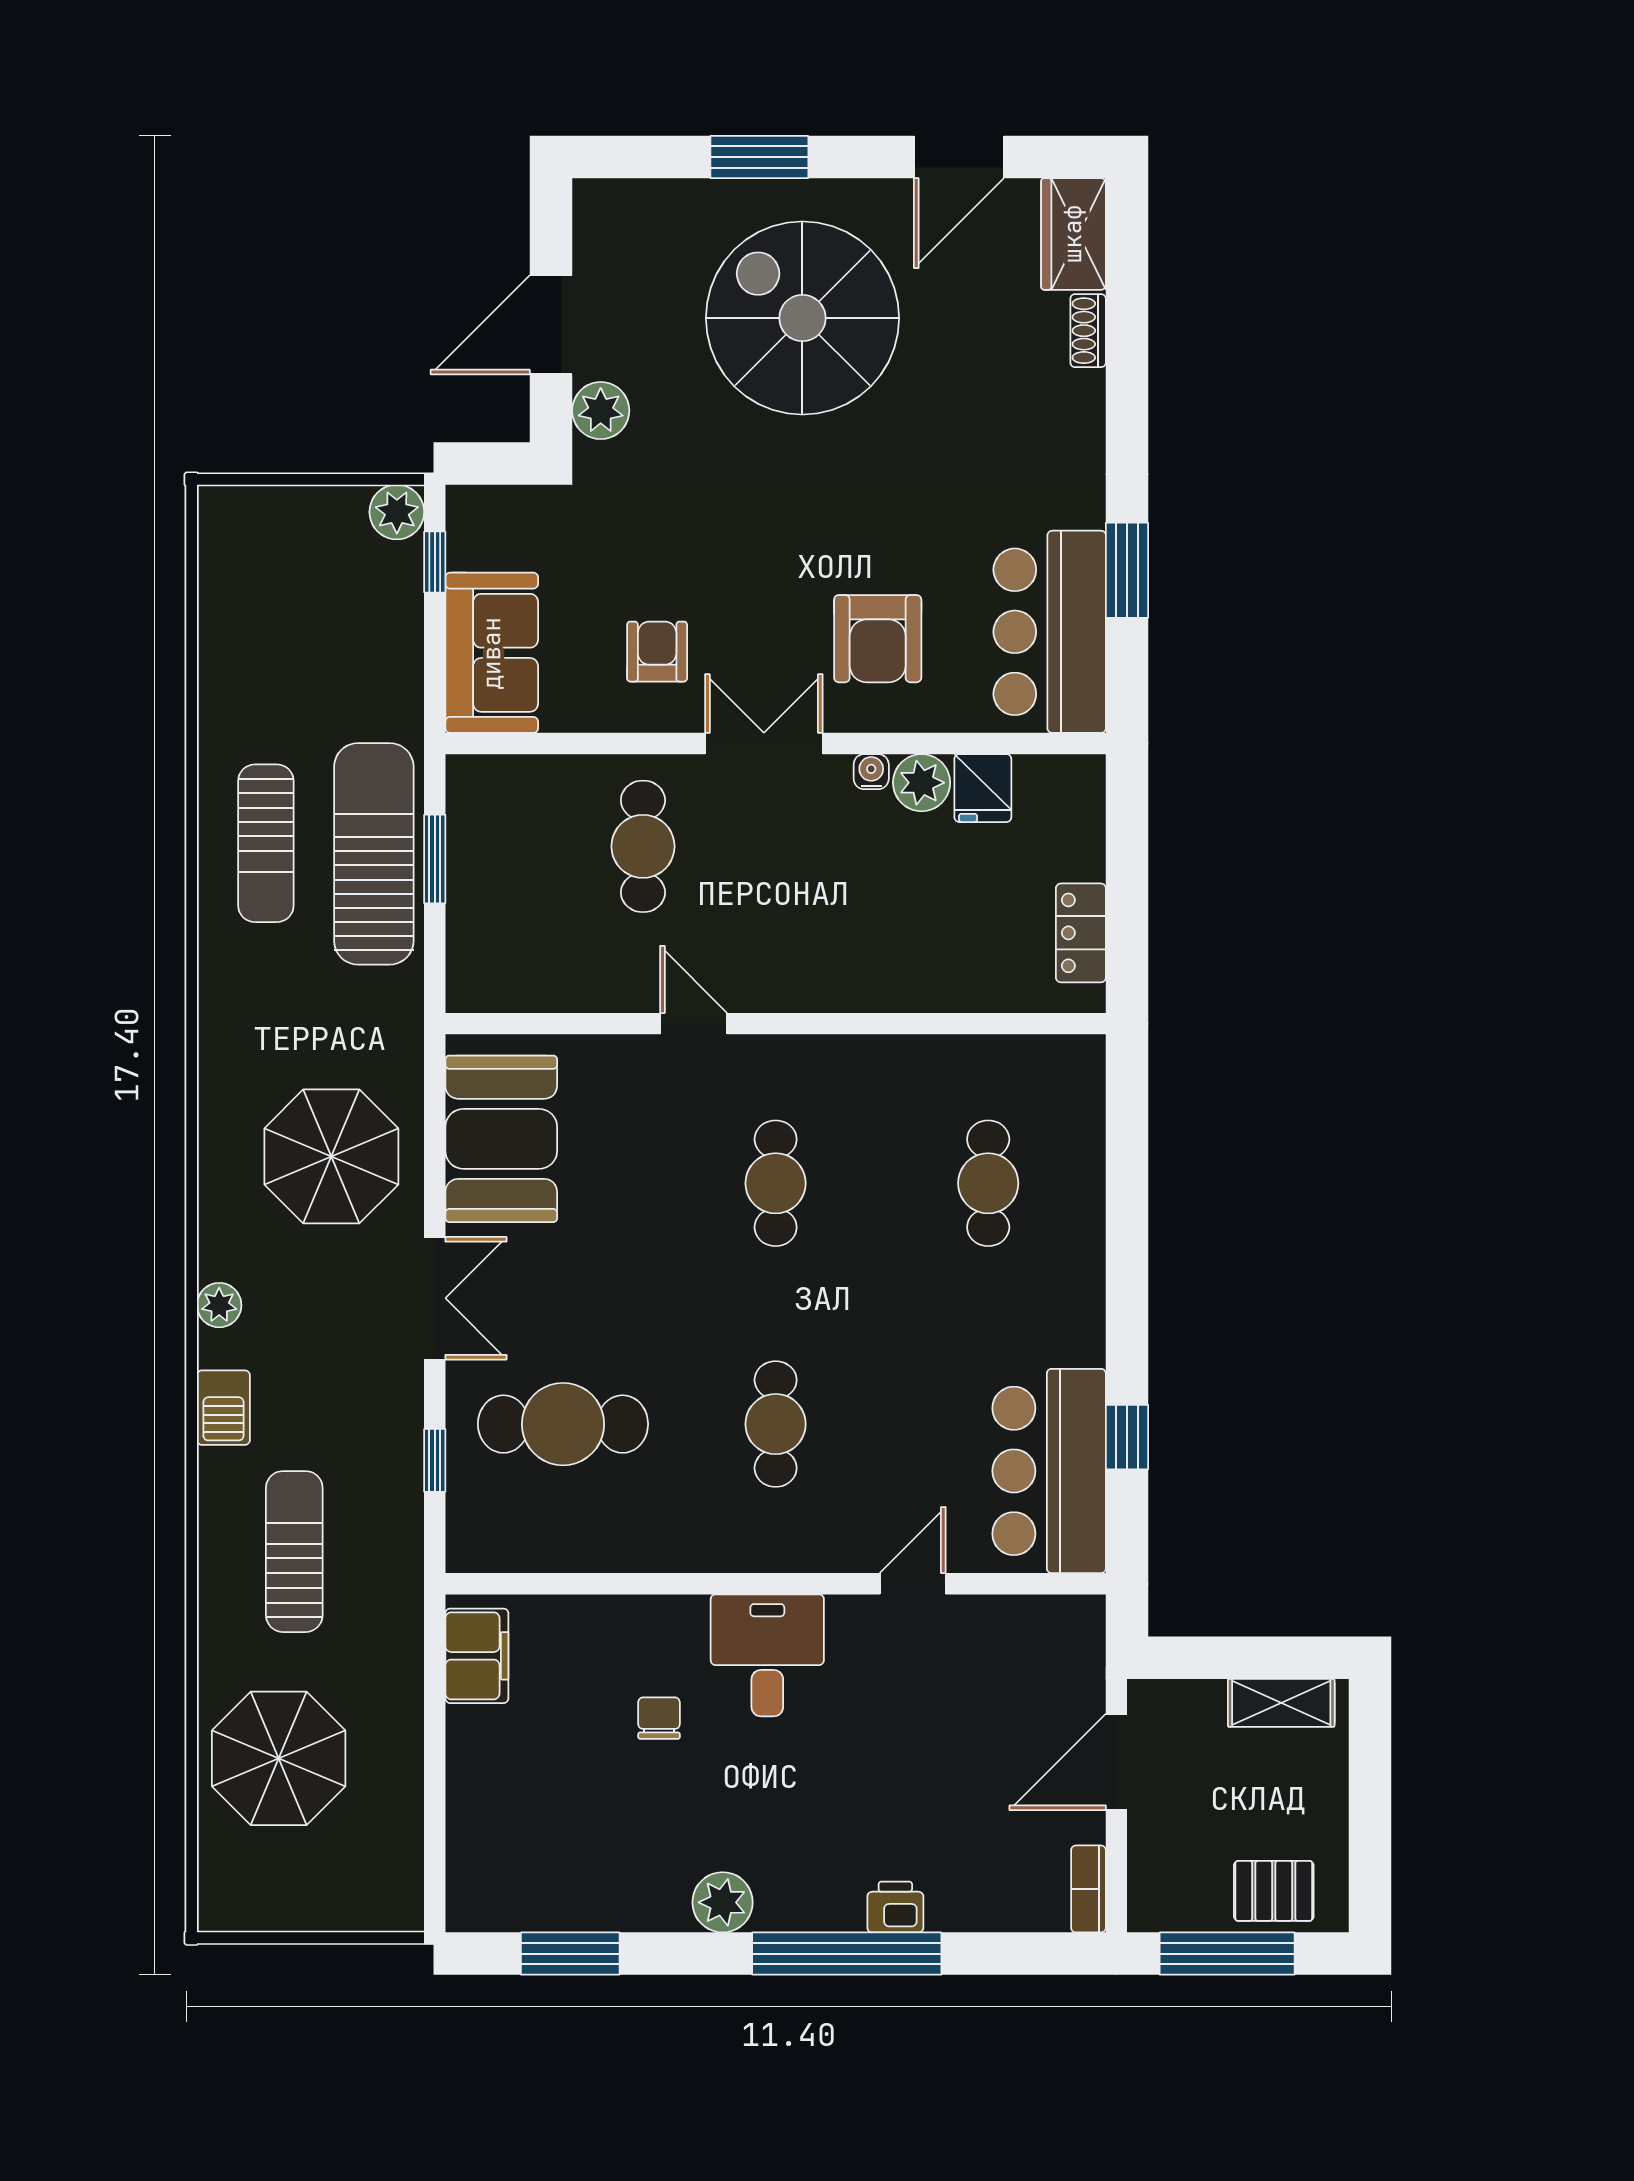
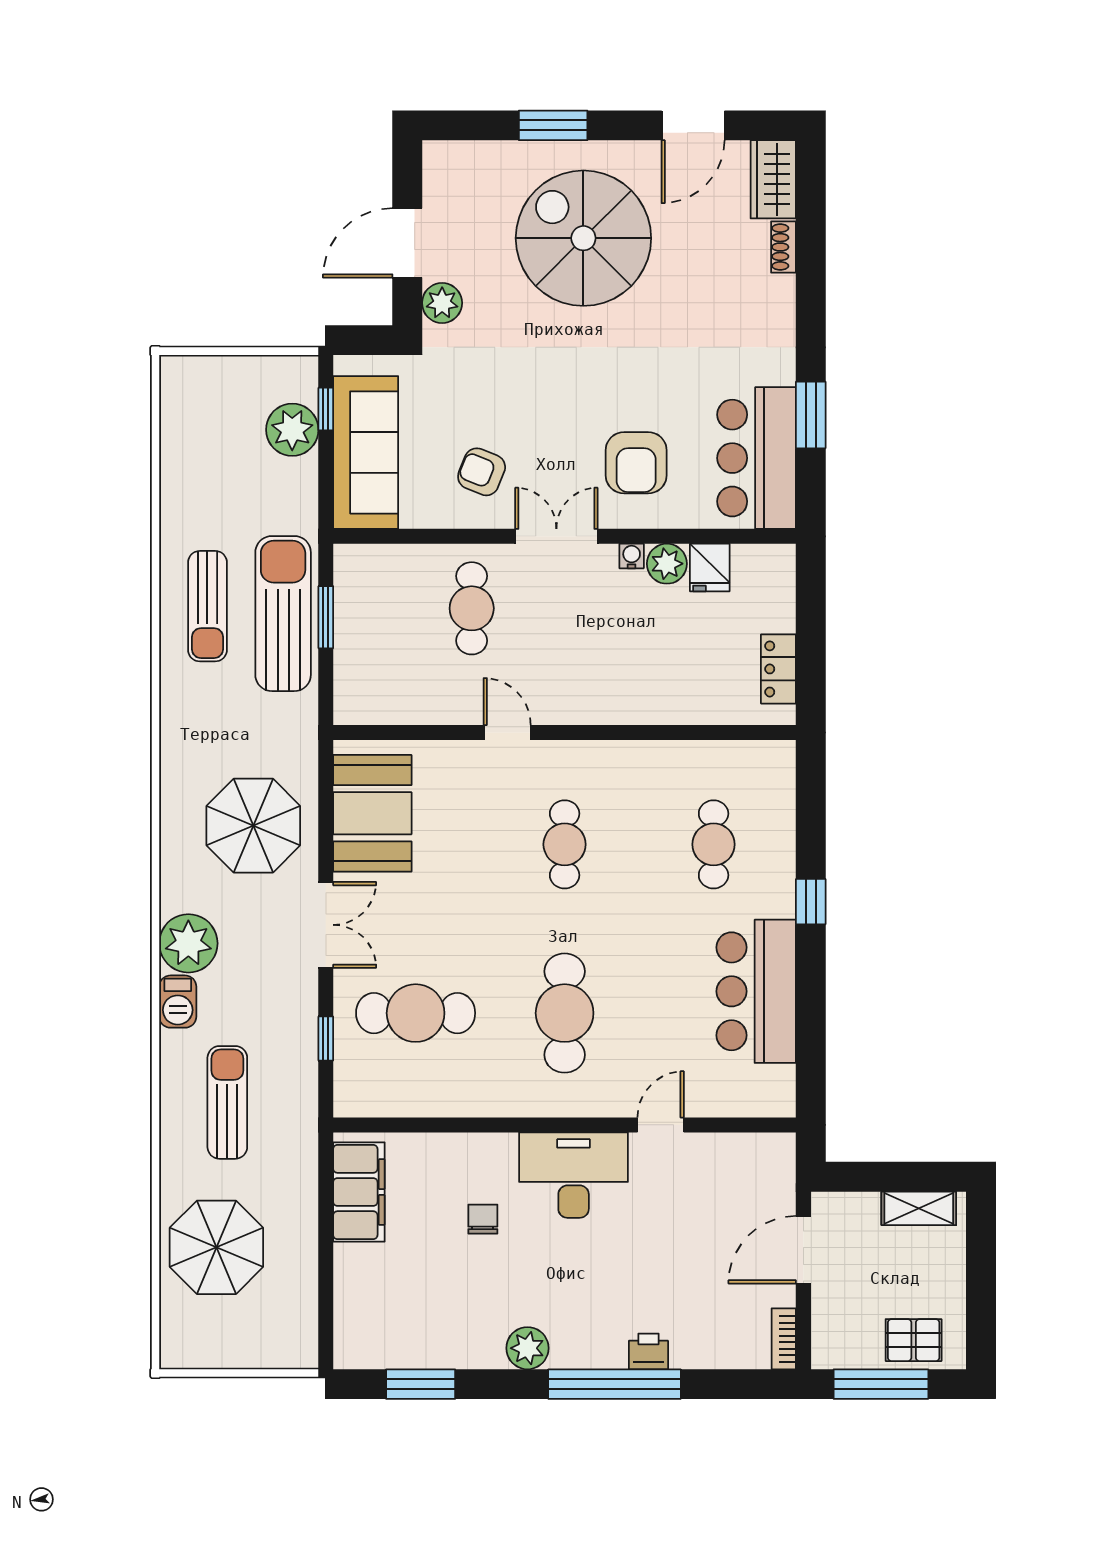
plant: (397, 512) -> (292, 430), moved, width x1.36, depth x1.36
armchair: (657, 652) -> (482, 472), turned -68
sofa: (492, 653) -> (366, 452), width x1.36
plant: (219, 1305) -> (188, 943), width x1.88, depth x1.88
cafe table: (776, 1424) -> (565, 1013), width x1.37, depth x1.35
window: (1127, 1437) -> (811, 902), moved
bar counter: (1049, 1471) -> (756, 991), moved
desk: (767, 1655) -> (574, 1175), width x1.37
filing cabinet: (477, 1656) -> (359, 1192), width x1.50, depth x1.17

